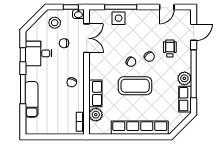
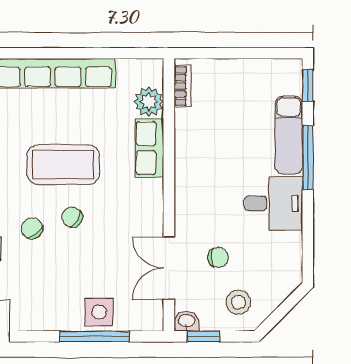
desk: (39, 53) -> (273, 203), moved
window: (23, 55) -> (308, 86), moved
chair: (72, 82) -> (201, 172), removed

